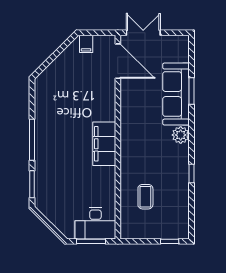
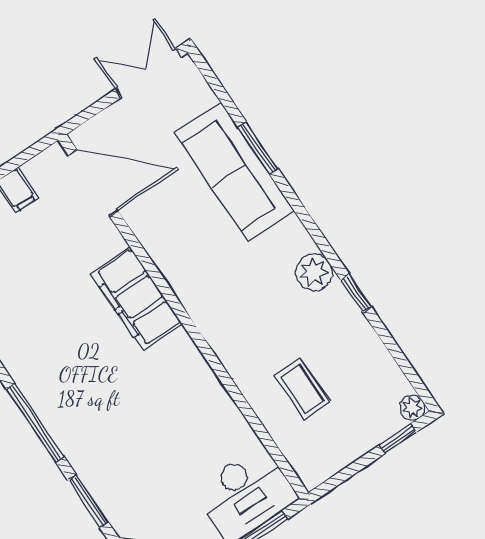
double door: (143, 33) -> (148, 73), moved
plant: (181, 135) -> (314, 272), moved
filing cabinet: (104, 144) -> (136, 299), moved
plant: (183, 233) -> (412, 408), added

